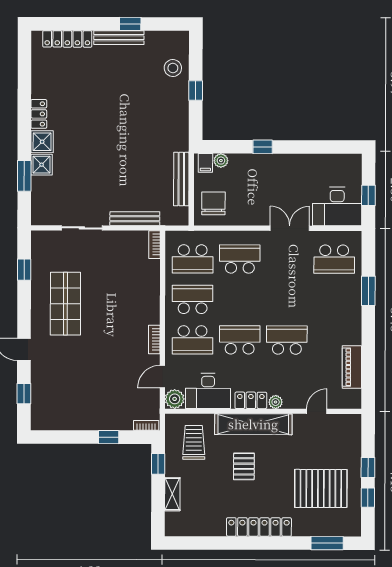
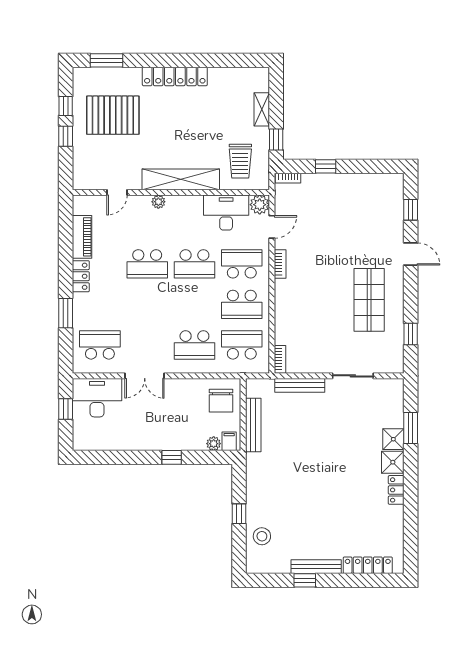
locker: (251, 400) -> (81, 276), moved, turned -90
pallet: (244, 466) -> (190, 137), removed

